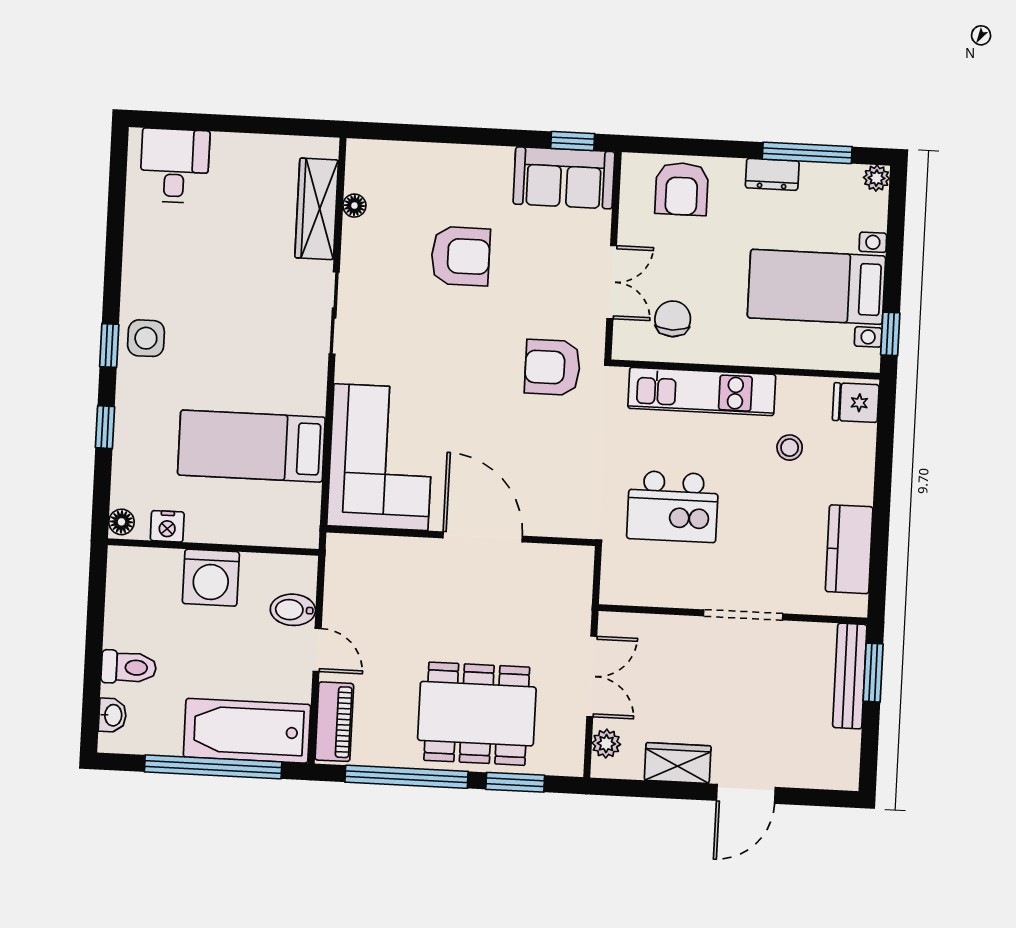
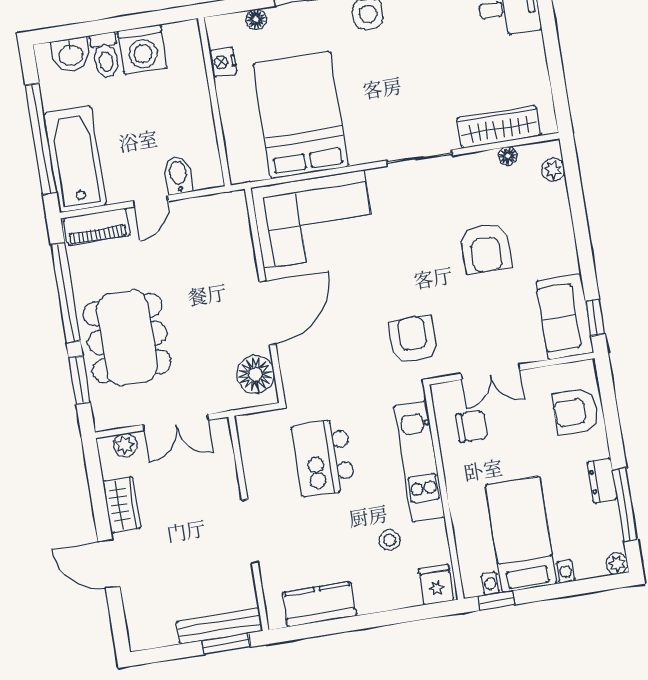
plant: (383, 154) -> (553, 170), added
bed: (251, 446) -> (301, 115), width x1.50
floor lamp: (121, 522) -> (256, 19), moved
floor lamp: (554, 568) -> (255, 374), added
washing machine: (211, 578) -> (142, 49), moved, turned -90
washbasin: (112, 715) -> (71, 55), width x1.38, depth x1.45

